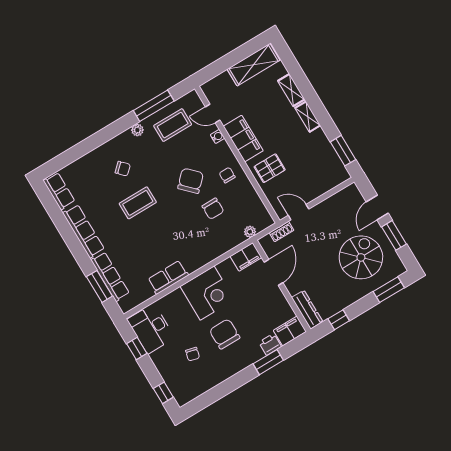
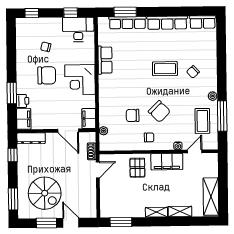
coffee table: (138, 203) -> (165, 69), turned 90

